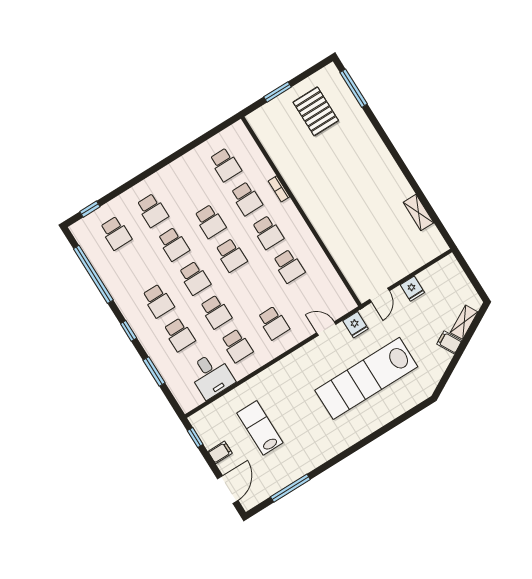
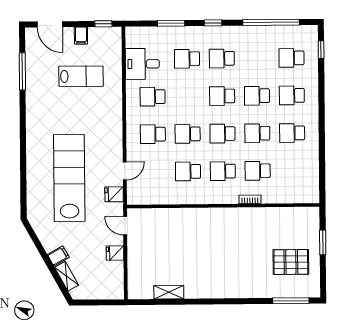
school desk: (225, 165) -> (292, 133), moved
school desk: (216, 312) -> (188, 134), moved

